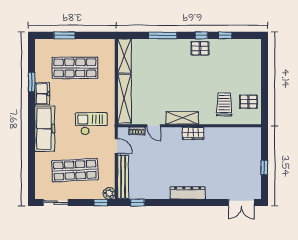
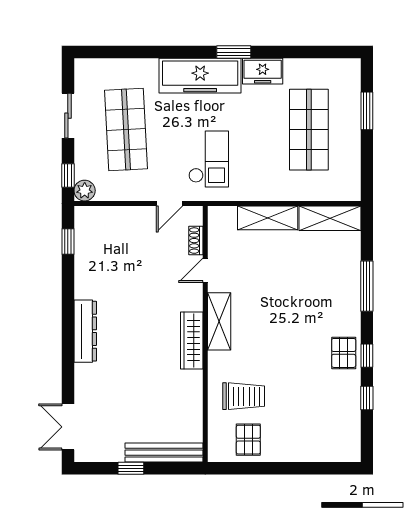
window: (32, 82) -> (234, 52), moved
shelving: (124, 99) -> (268, 218), width x0.68
wardrobe: (193, 133) -> (192, 341), width x1.50
bench: (123, 177) -> (164, 453), moved
sliding door: (56, 203) -> (68, 116), moved

